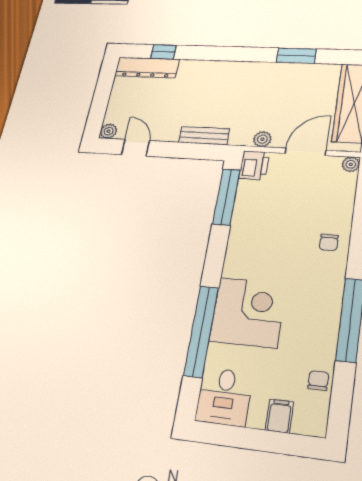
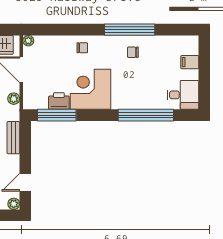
printer: (254, 165) -> (59, 101), moved
corner desk: (248, 312) -> (90, 89), moved
chair: (318, 381) -> (133, 52), moved

